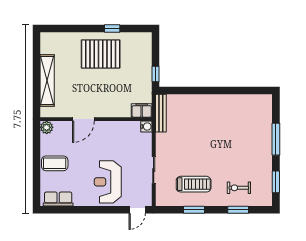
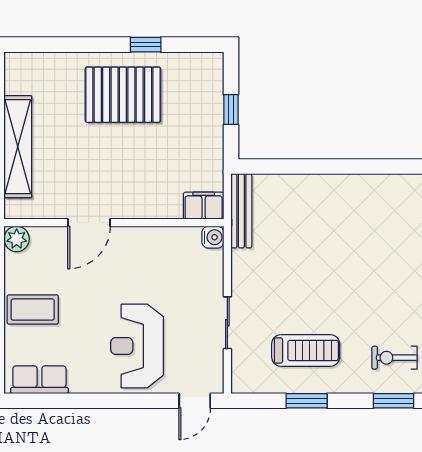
window: (156, 74) -> (231, 109), moved

